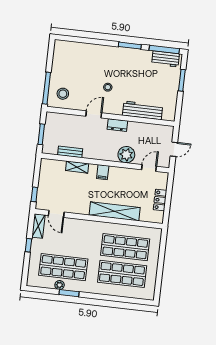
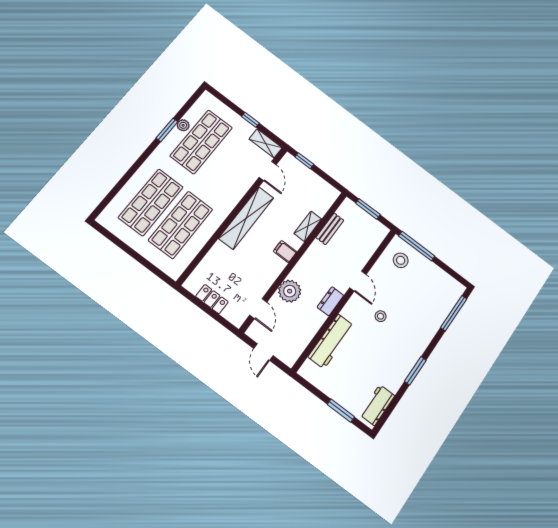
window: (164, 50) -> (454, 313), moved
shelving: (115, 211) -> (246, 218), moved
door: (56, 214) -> (268, 171), swing flipped

